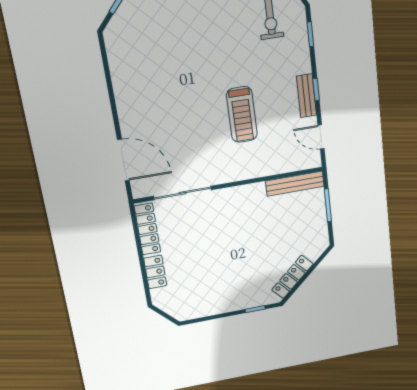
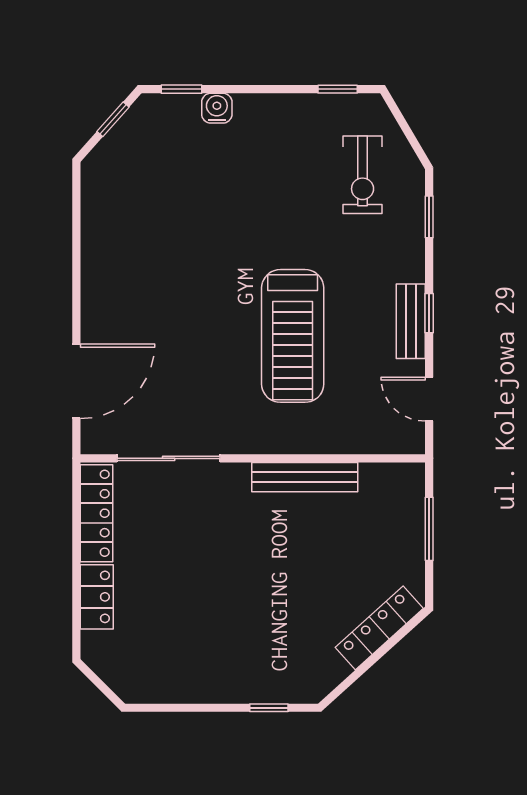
treadmill: (242, 115) -> (293, 336), width x1.37, depth x1.38
door: (123, 160) -> (76, 381), hinge flipped
bench: (295, 184) -> (305, 477), moved
locker: (292, 277) -> (379, 628), moved

